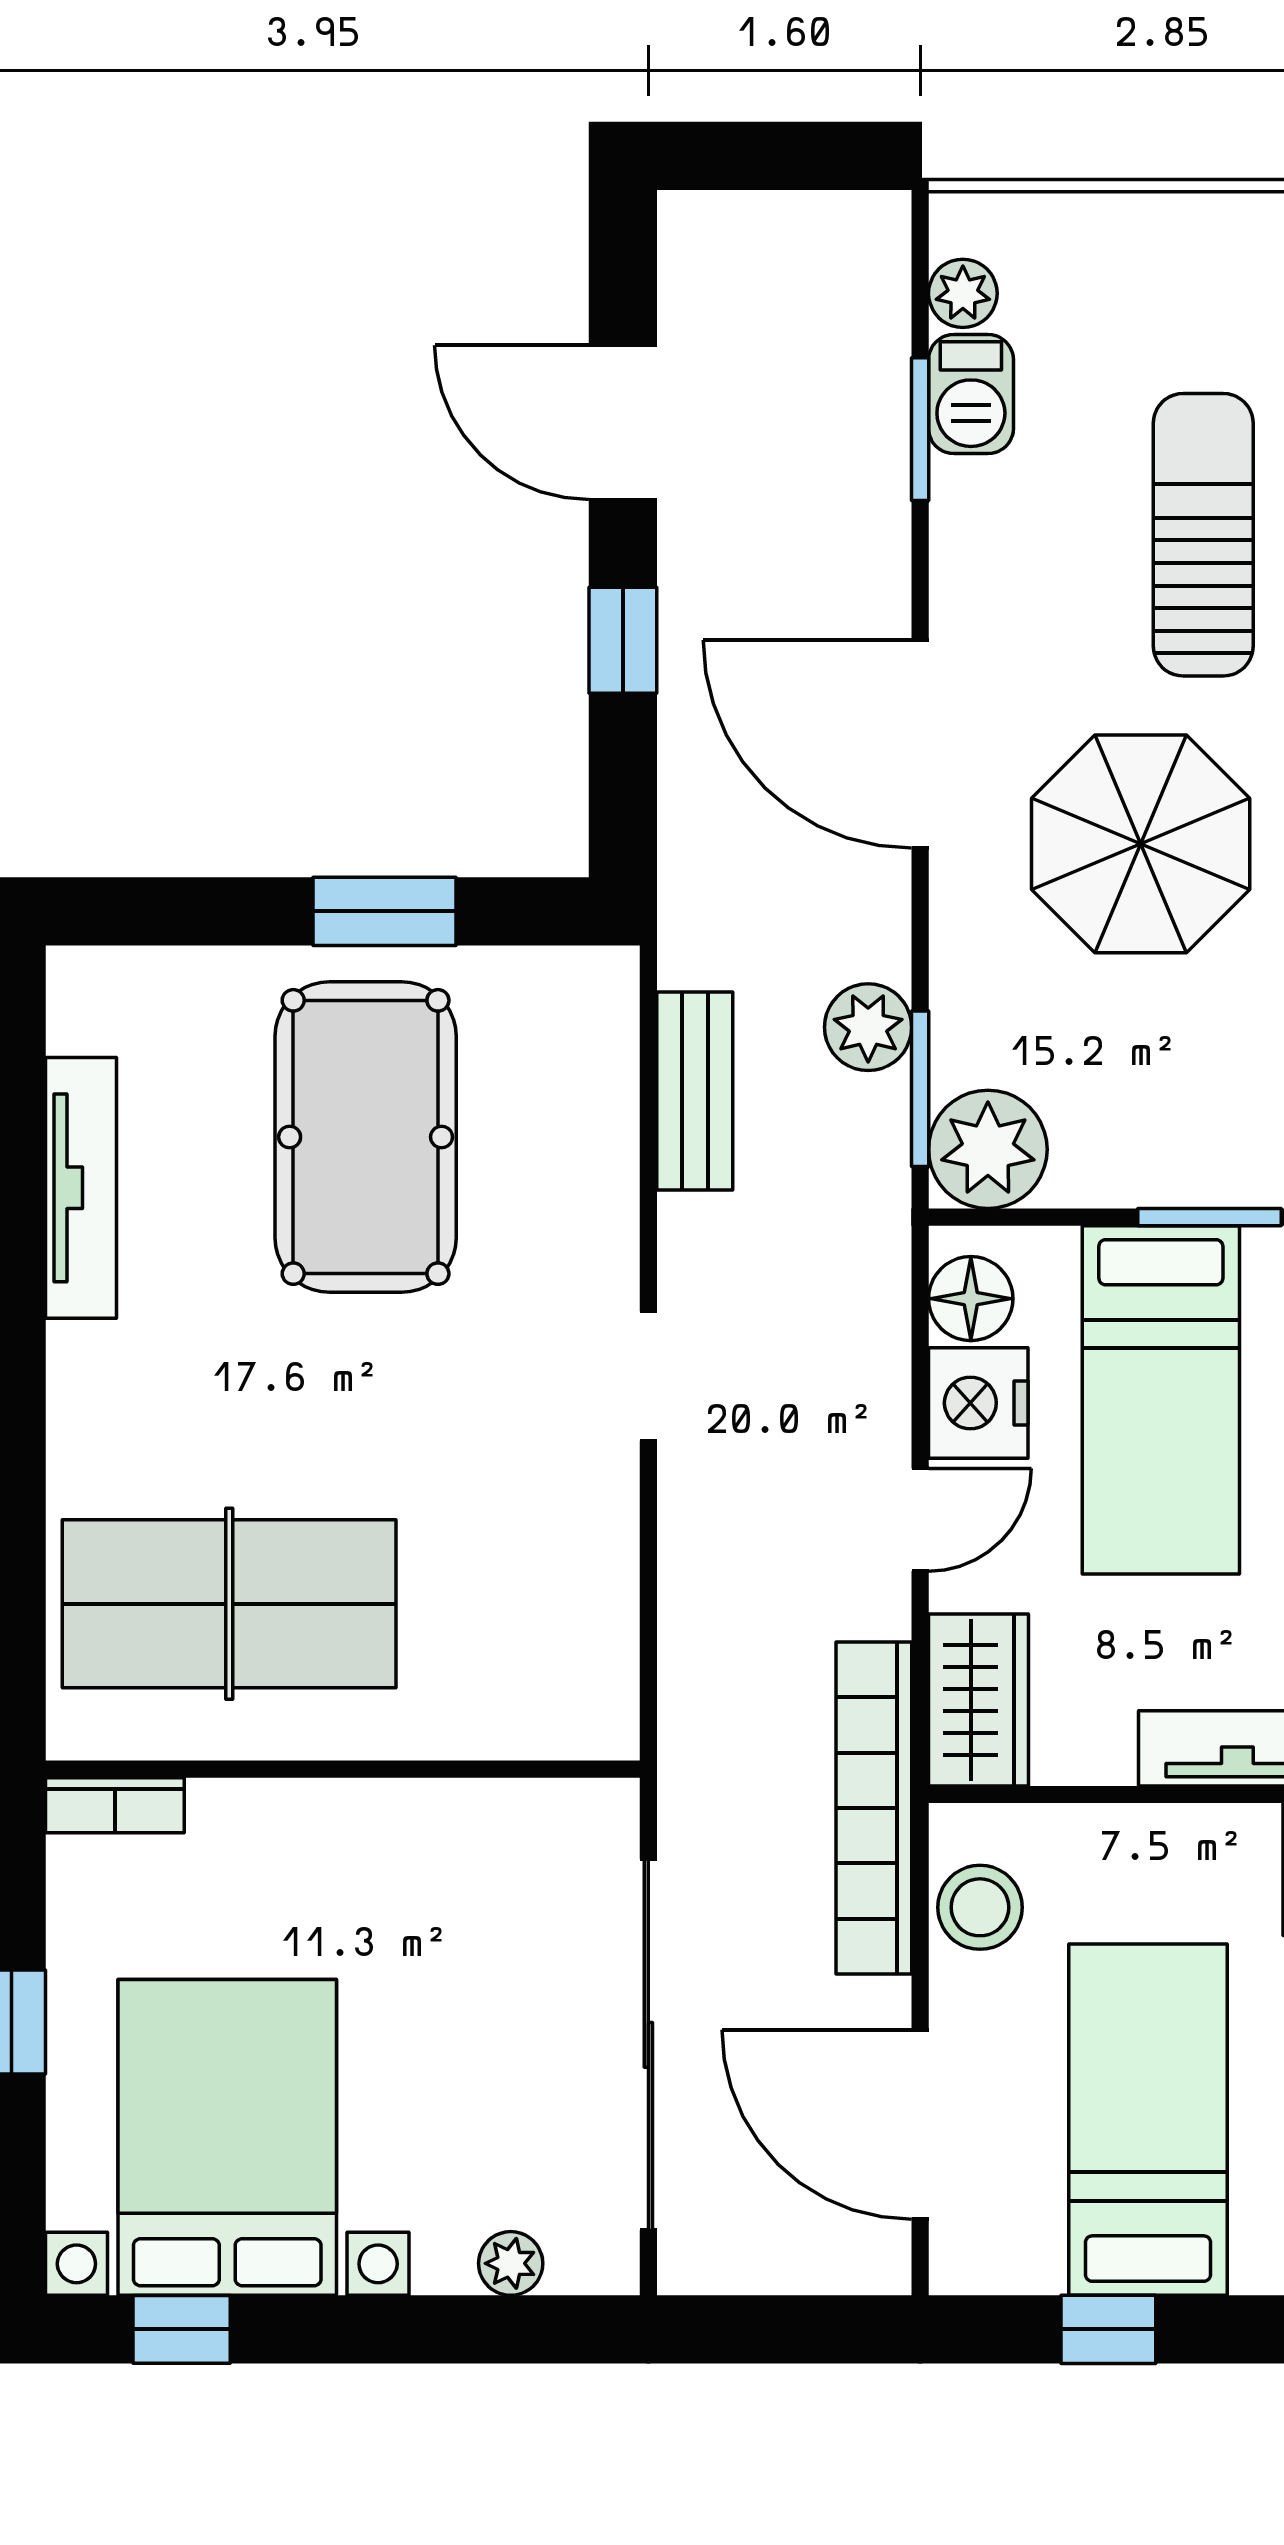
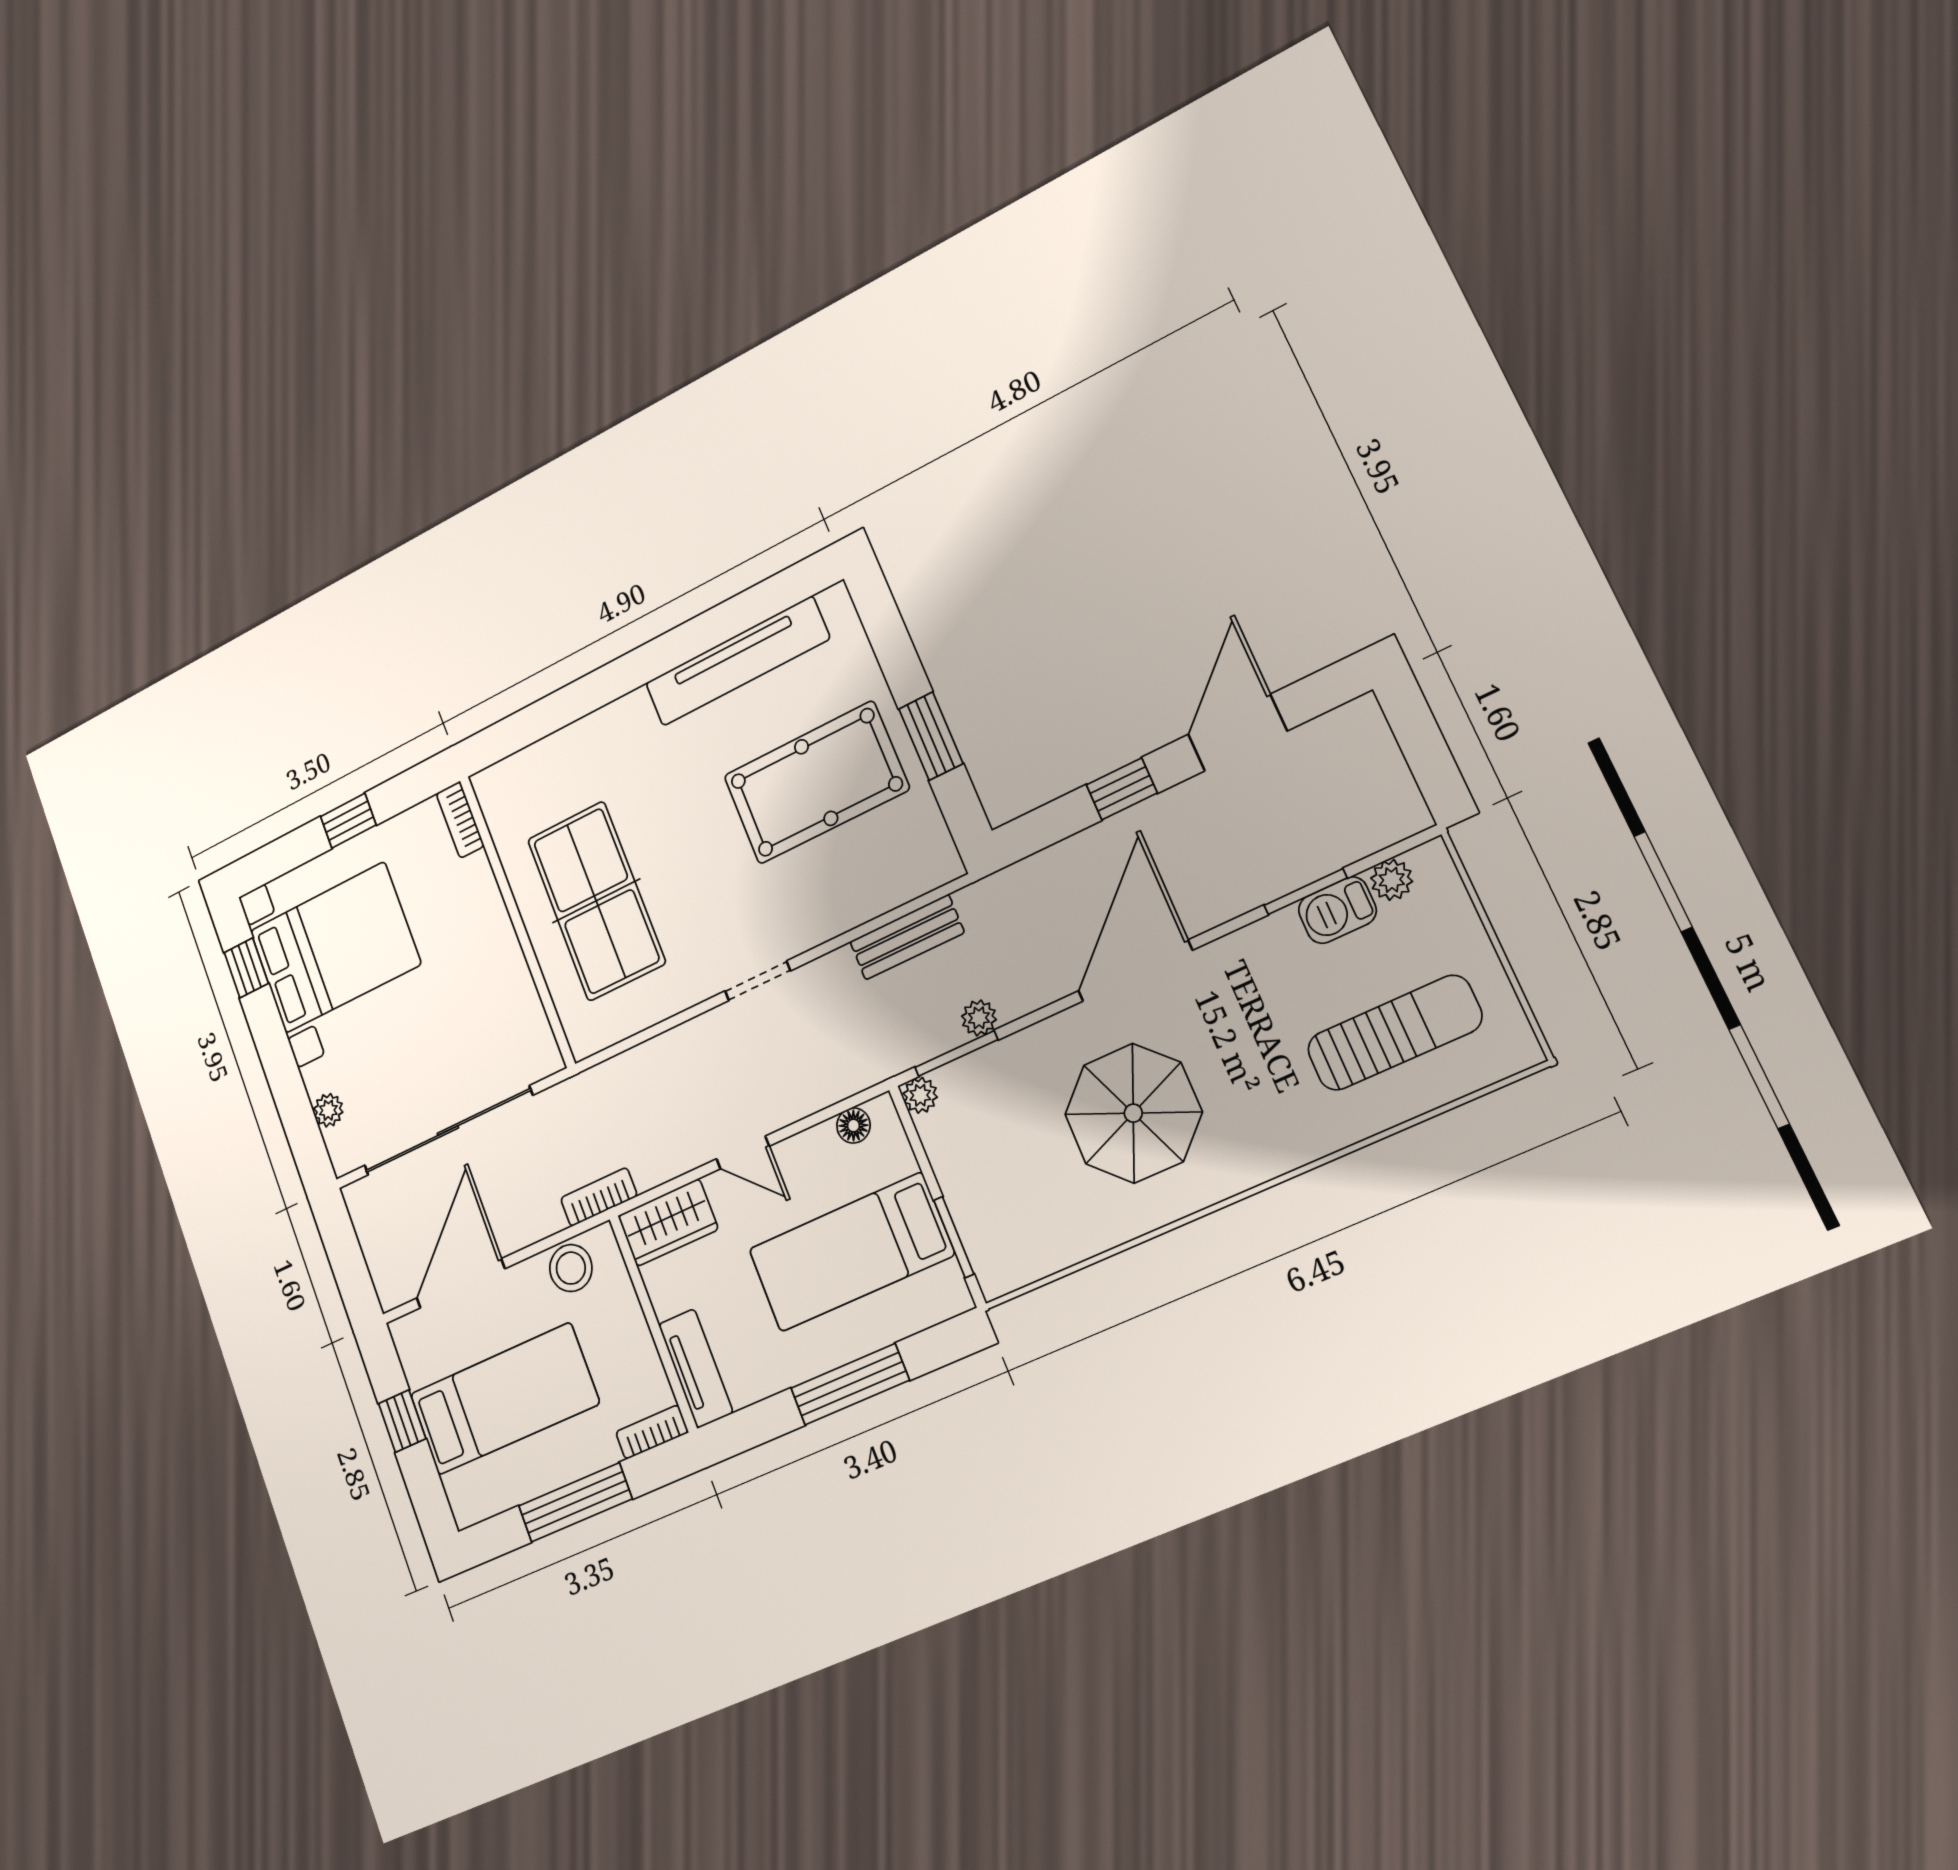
sun lounger: (1203, 535) -> (1394, 1033), moved
plant: (868, 1027) -> (979, 1018), width x0.73, depth x0.73
plant: (988, 1149) -> (920, 1095), width x0.53, depth x0.53
tv unit: (81, 1188) -> (737, 661), width x1.36, depth x1.29
floor lamp: (971, 1299) -> (853, 1125), width x0.73, depth x0.73
nightstand: (978, 1403) -> (811, 1157), removed
table tennis table: (229, 1604) -> (596, 901), moved
bookcase: (874, 1808) -> (599, 1197), width x0.43, depth x0.76

